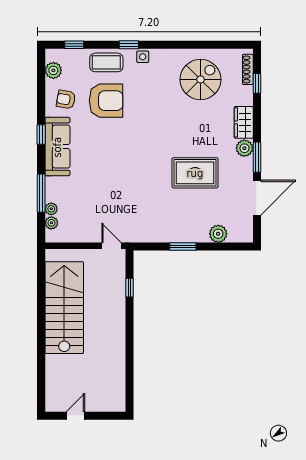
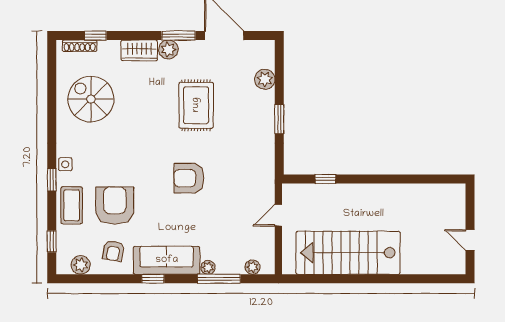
armchair: (130, 167) -> (189, 178), added
plant: (51, 209) -> (208, 267), moved
door: (111, 246) -> (278, 215), moved

